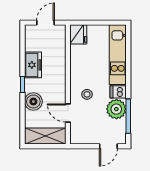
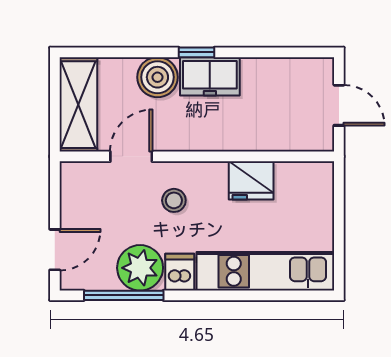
fridge: (78, 34) -> (251, 180), moved
freezer: (33, 65) -> (210, 76), moved
door: (108, 146) -> (55, 250), swing flipped

